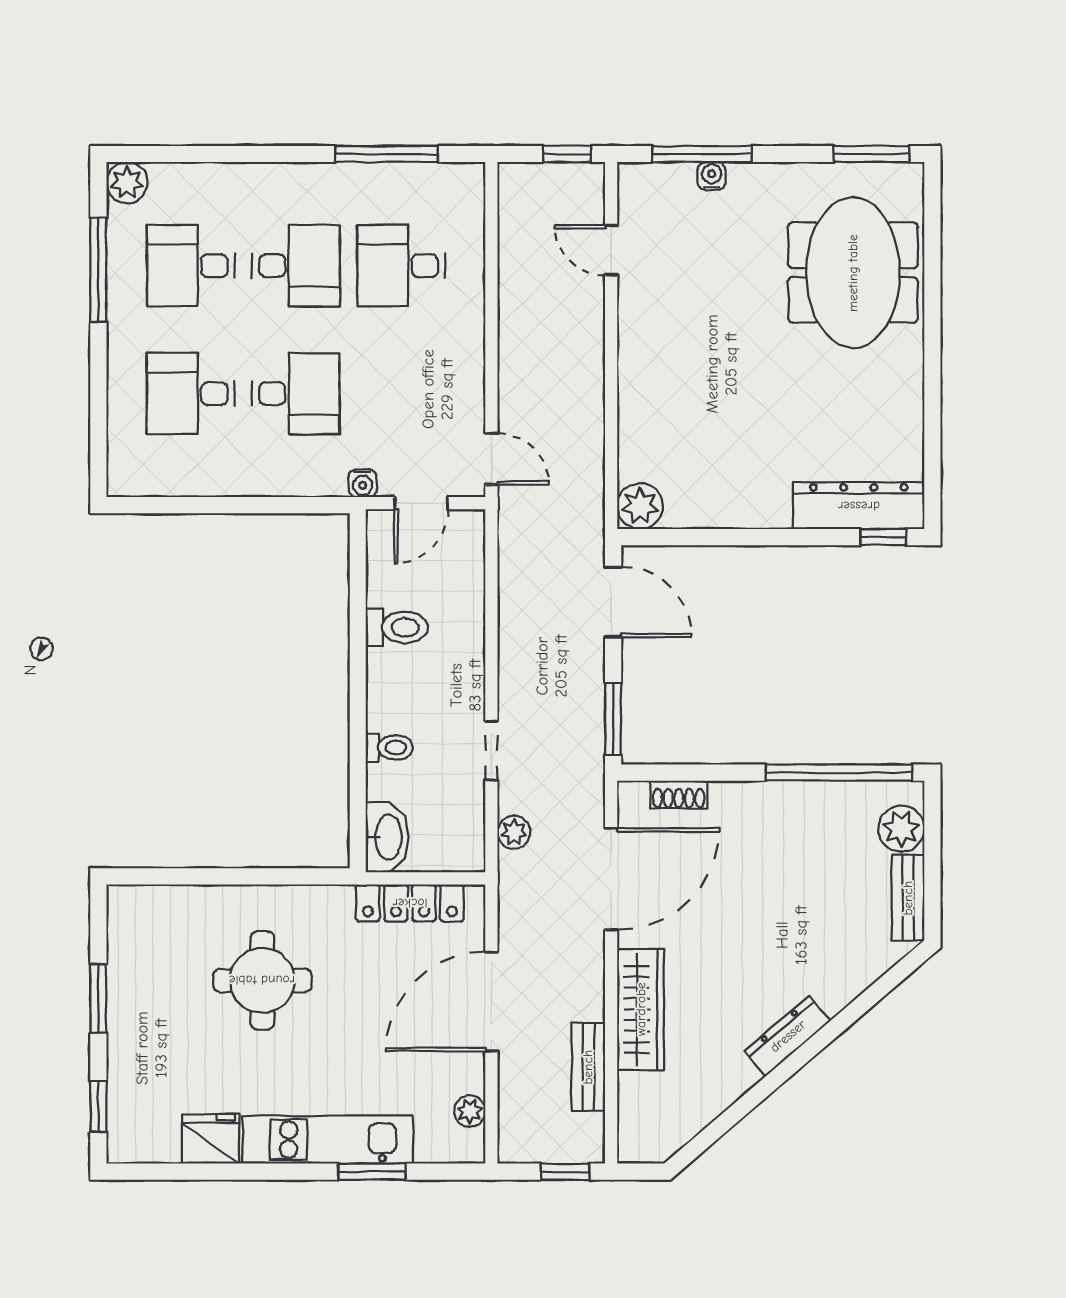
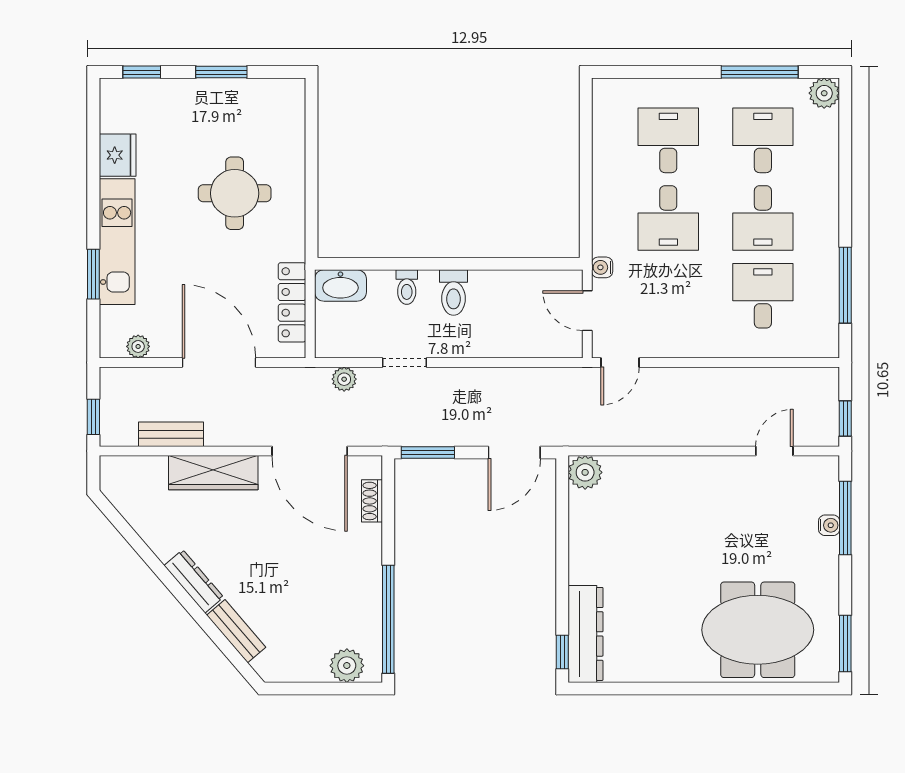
toilet: (397, 627) -> (454, 293), moved
bench: (908, 898) -> (236, 631), moved, turned 49

